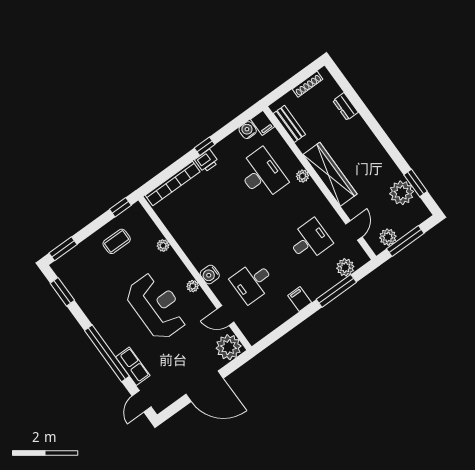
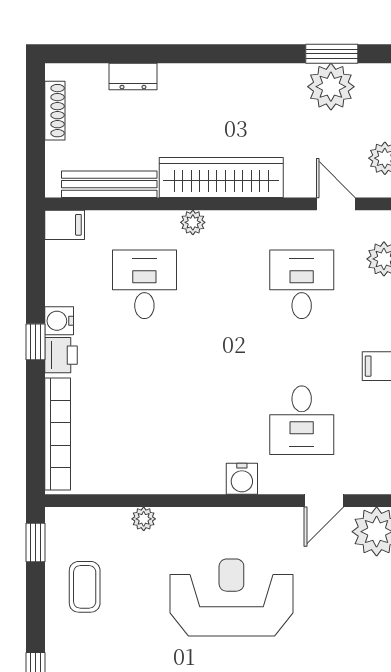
bench: (289, 124) -> (109, 184), width x1.36
water cooler: (248, 130) -> (59, 321), moved
desk: (262, 174) -> (144, 284), width x0.73
plant: (193, 286) -> (241, 519), removed

